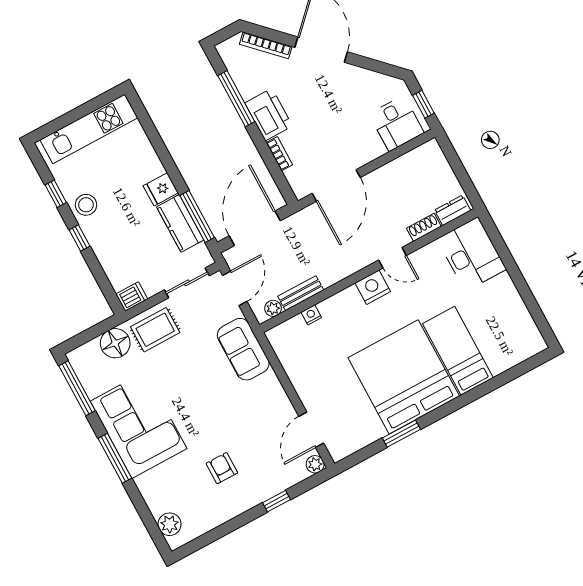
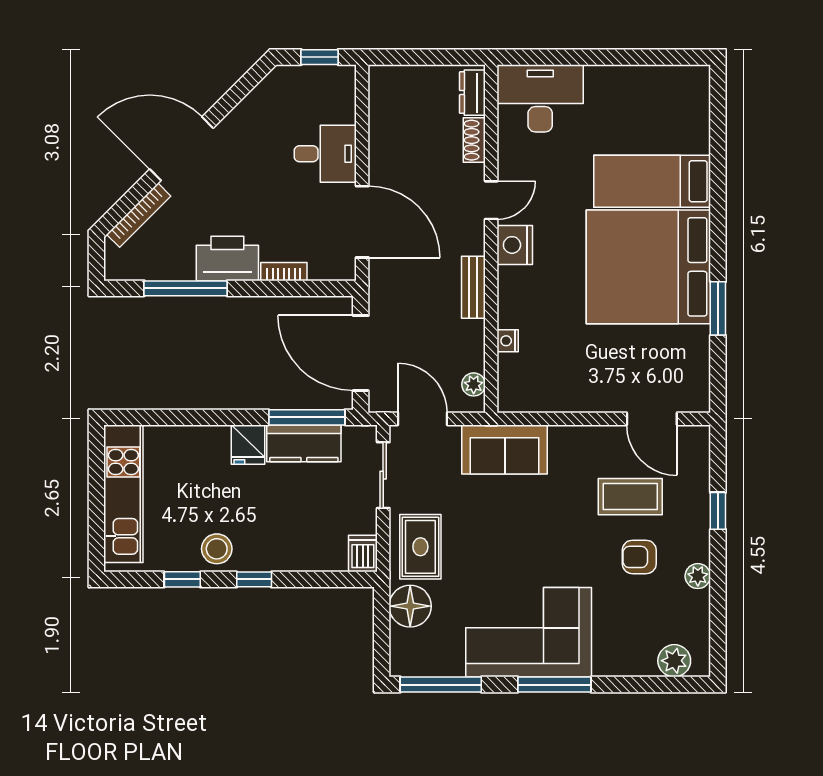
desk: (397, 123) -> (325, 154), moved
bench: (301, 293) -> (473, 287), moved
coffee table: (256, 442) -> (630, 497), added
plant: (315, 464) -> (698, 576), moved

